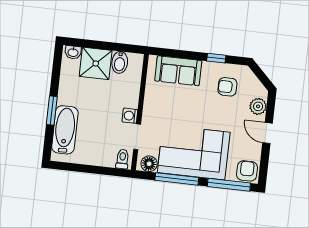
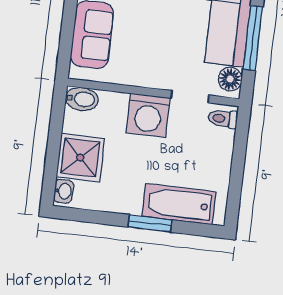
bidet: (120, 62) -> (82, 99), moved
washing machine: (130, 116) -> (148, 115), width x1.89, depth x1.89

